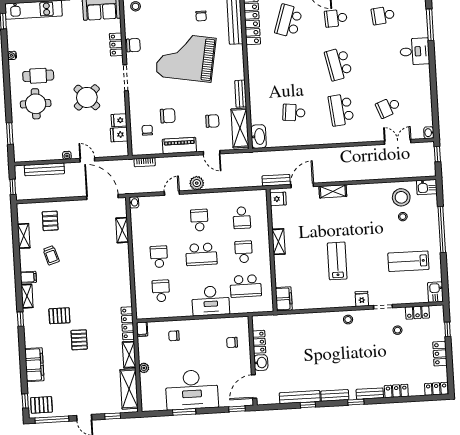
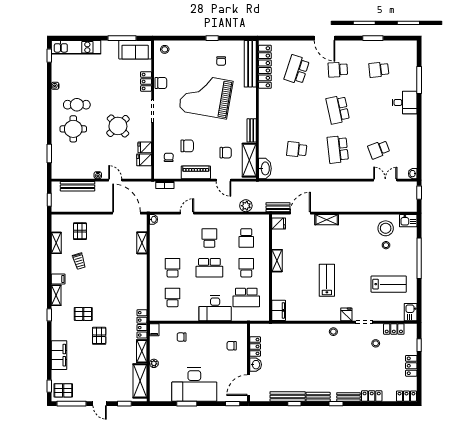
plant: (197, 183) -> (246, 206), moved
lab bench: (408, 261) -> (389, 284), turned 180

